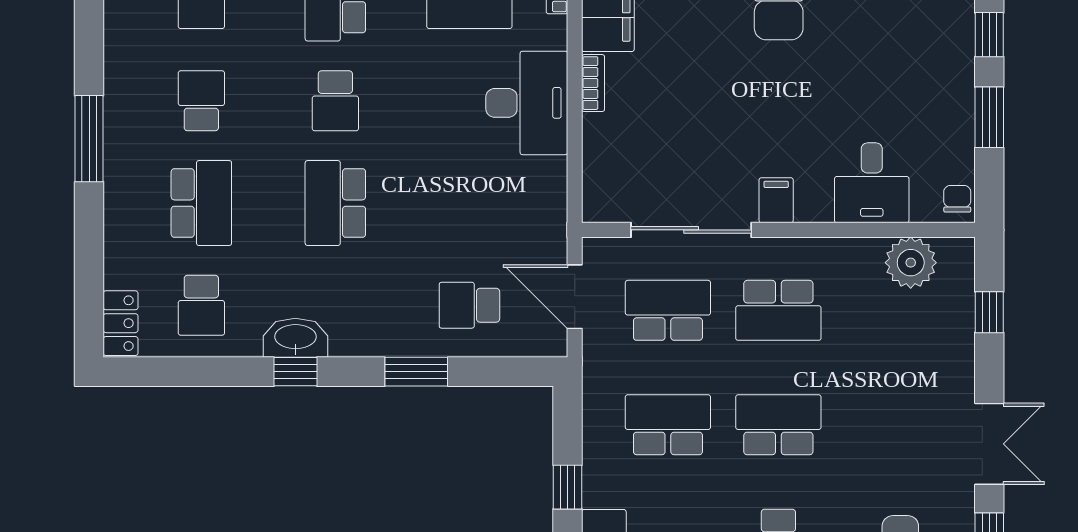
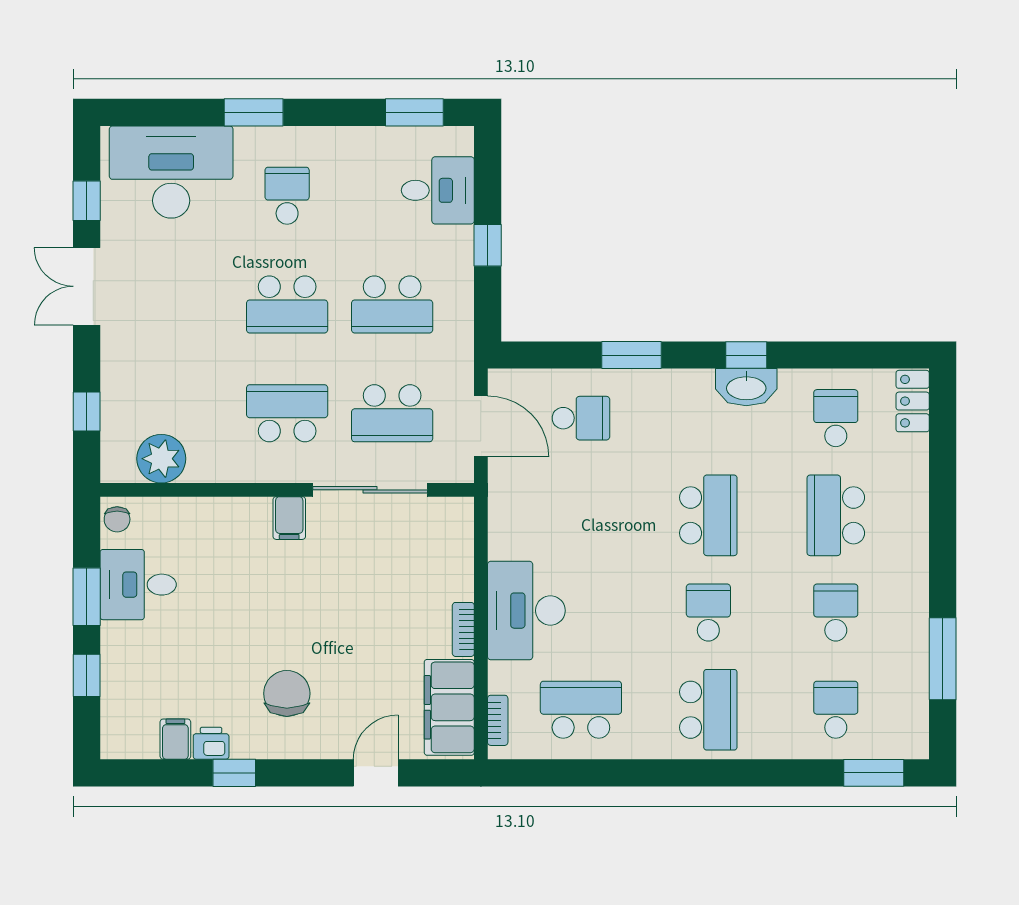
school desk: (201, 101) -> (836, 613), turned 180
window: (89, 139) -> (943, 659), moved
desk: (872, 183) -> (138, 585), moved, turned -90

